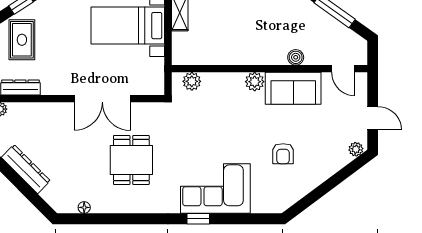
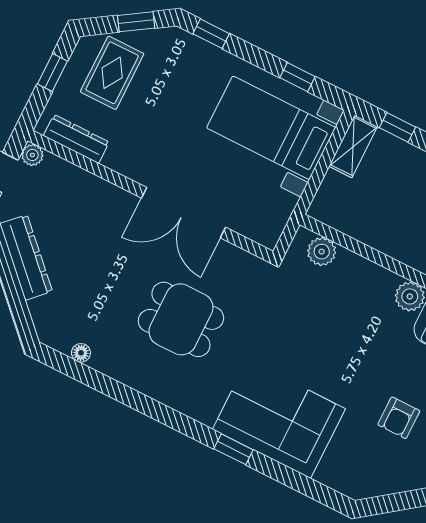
dining table: (131, 160) -> (181, 319), turned 90

